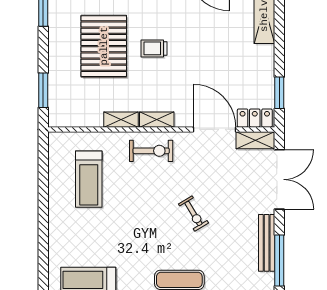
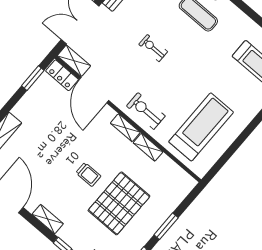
window: (43, 90) -> (166, 226), moved
treadmill: (89, 179) -> (201, 127), width x1.37, depth x1.38
exercise bike: (193, 213) -> (153, 48), turned -59

